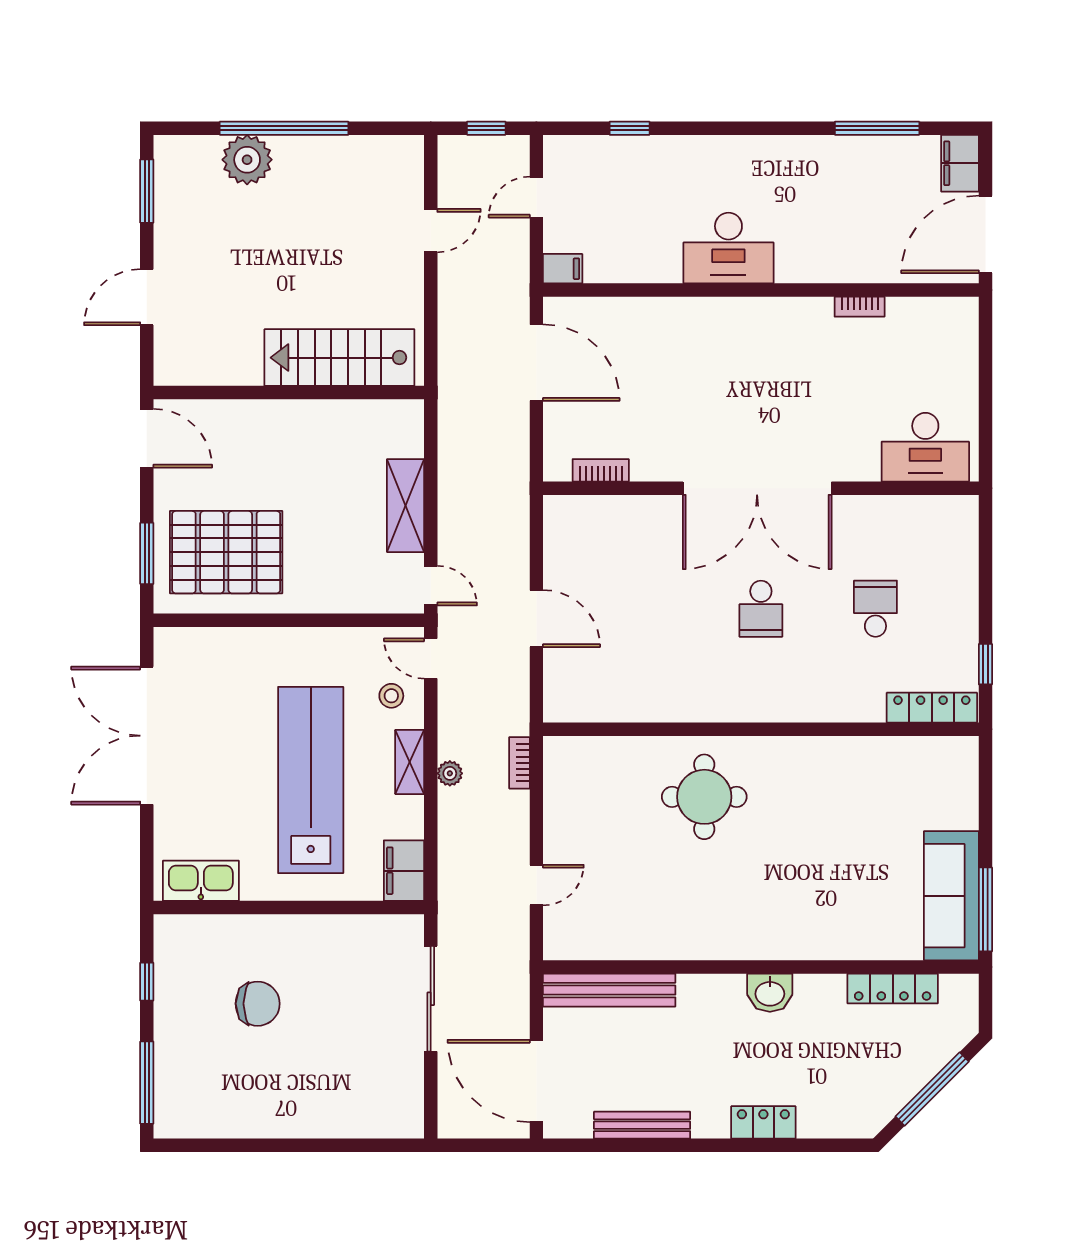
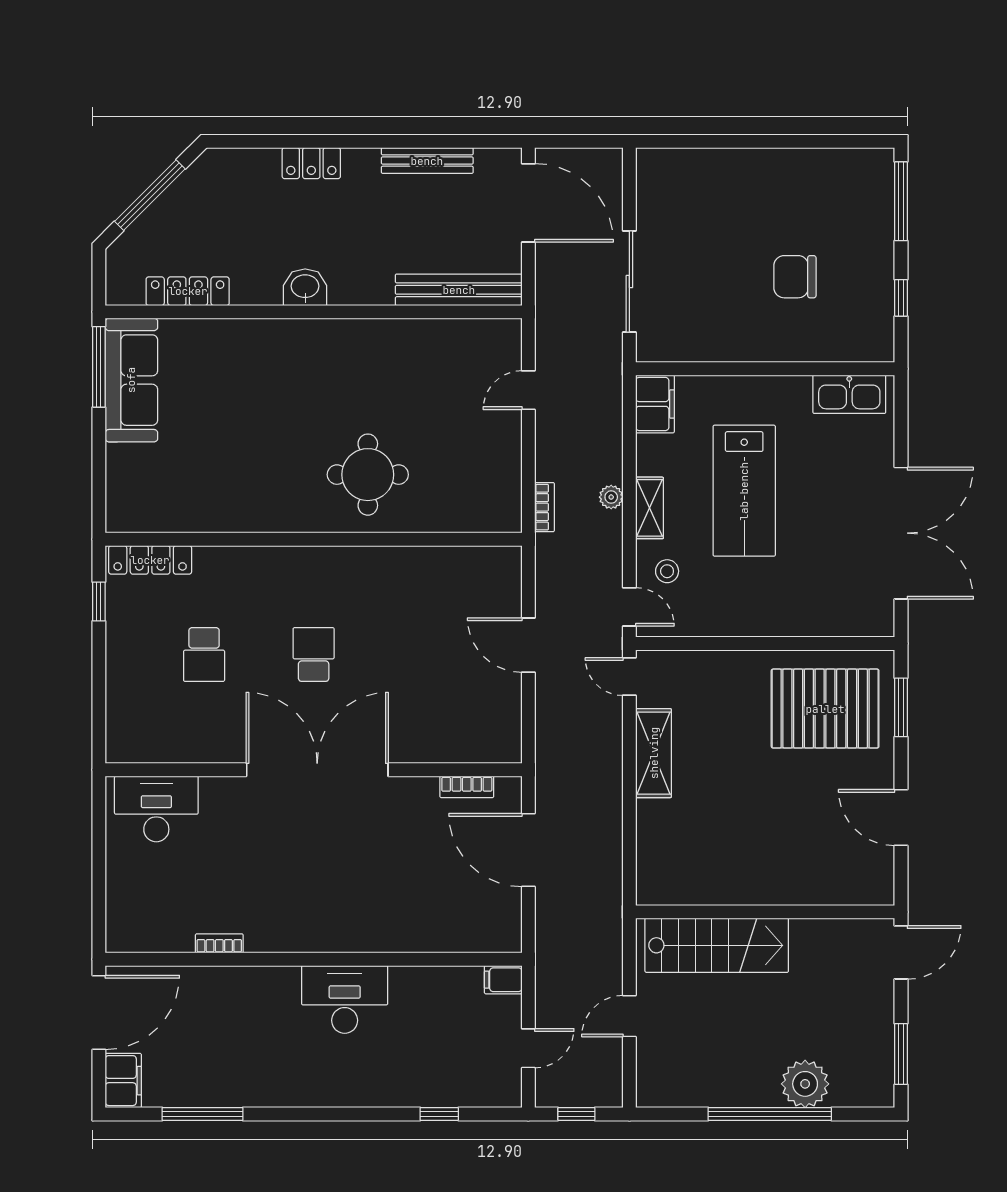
stairs: (339, 358) -> (717, 945), moved
door: (536, 363) -> (528, 850), moved
wall: (289, 392) -> (765, 912), moved
lab bench: (311, 780) -> (744, 491), width x0.73

